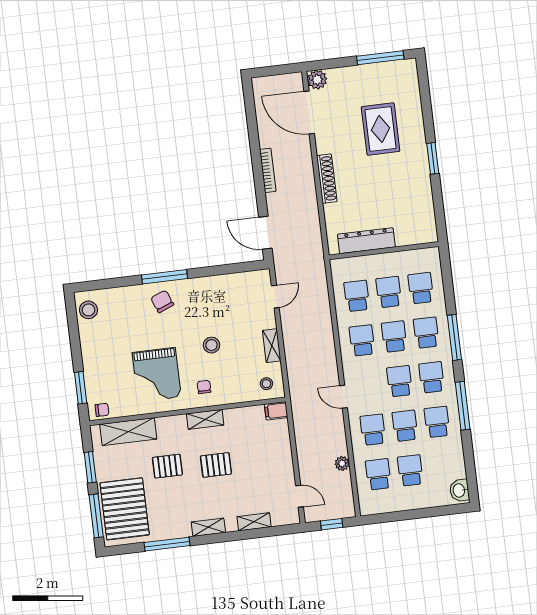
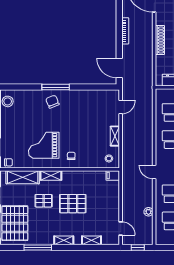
stool: (211, 345) -> (79, 131), removed
grand piano: (157, 375) -> (44, 145), turned 90
shelving: (205, 419) -> (51, 175), moved
pallet: (216, 465) -> (73, 204), width x1.50, depth x1.42

